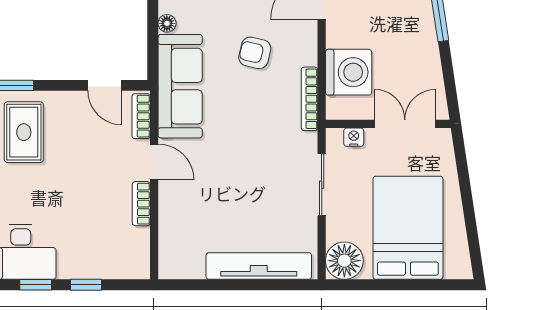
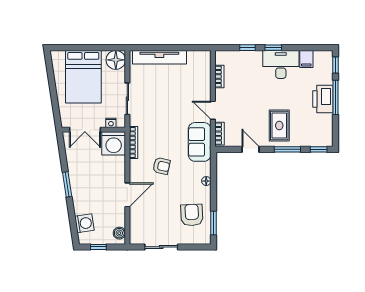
washing machine: (349, 72) -> (114, 143), moved, turned -90
door: (105, 85) -> (250, 149), moved
sofa: (180, 86) -> (200, 142), width x0.73
bookcase: (141, 204) -> (219, 77), moved

